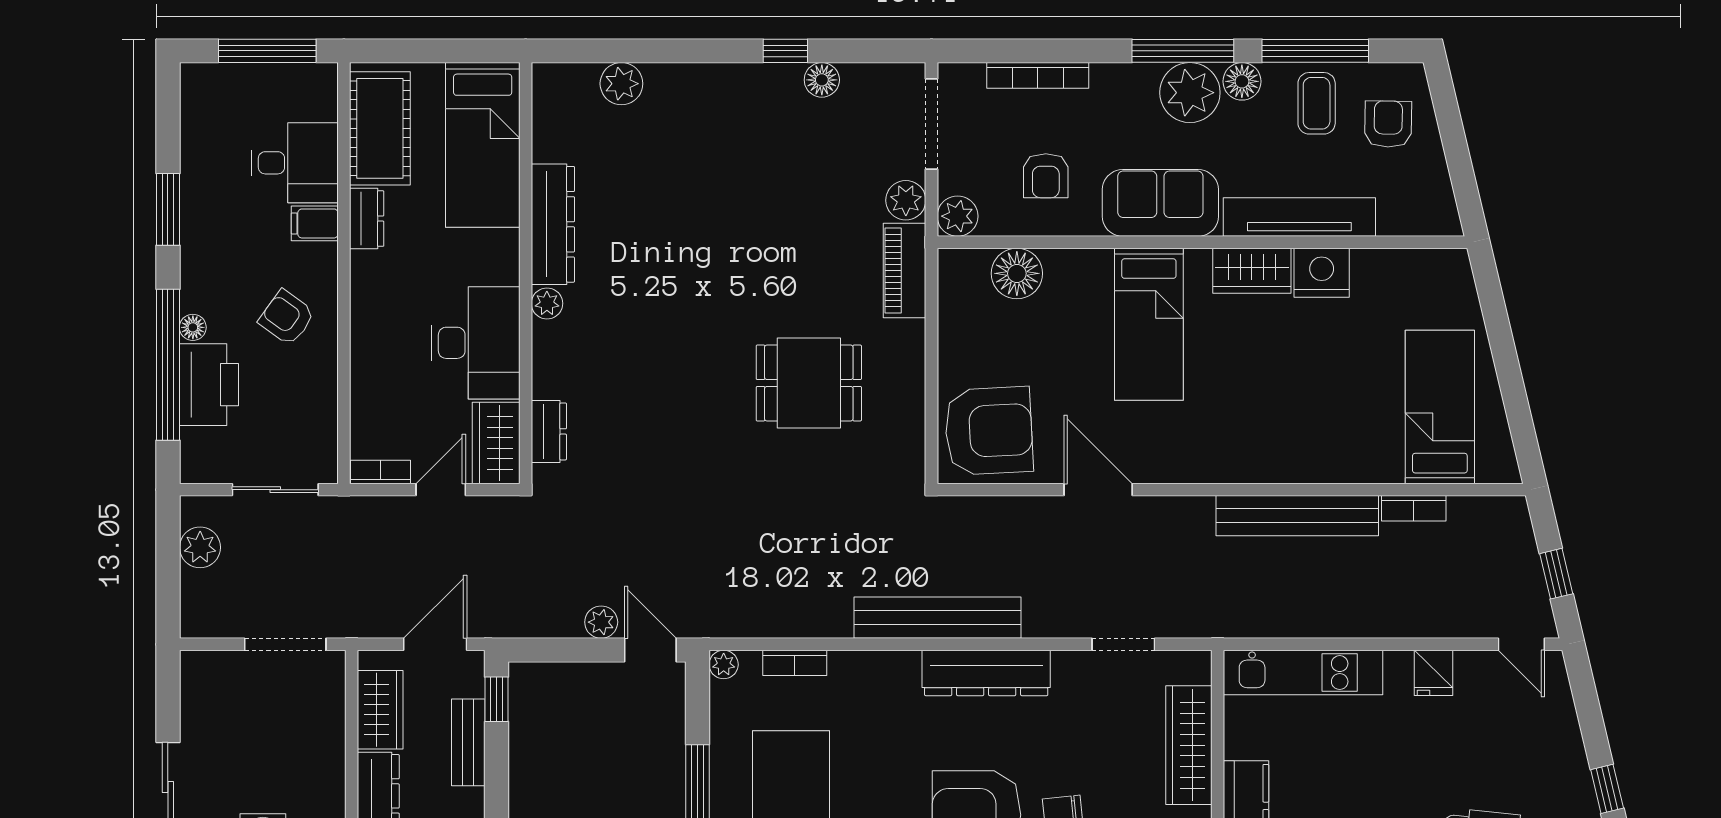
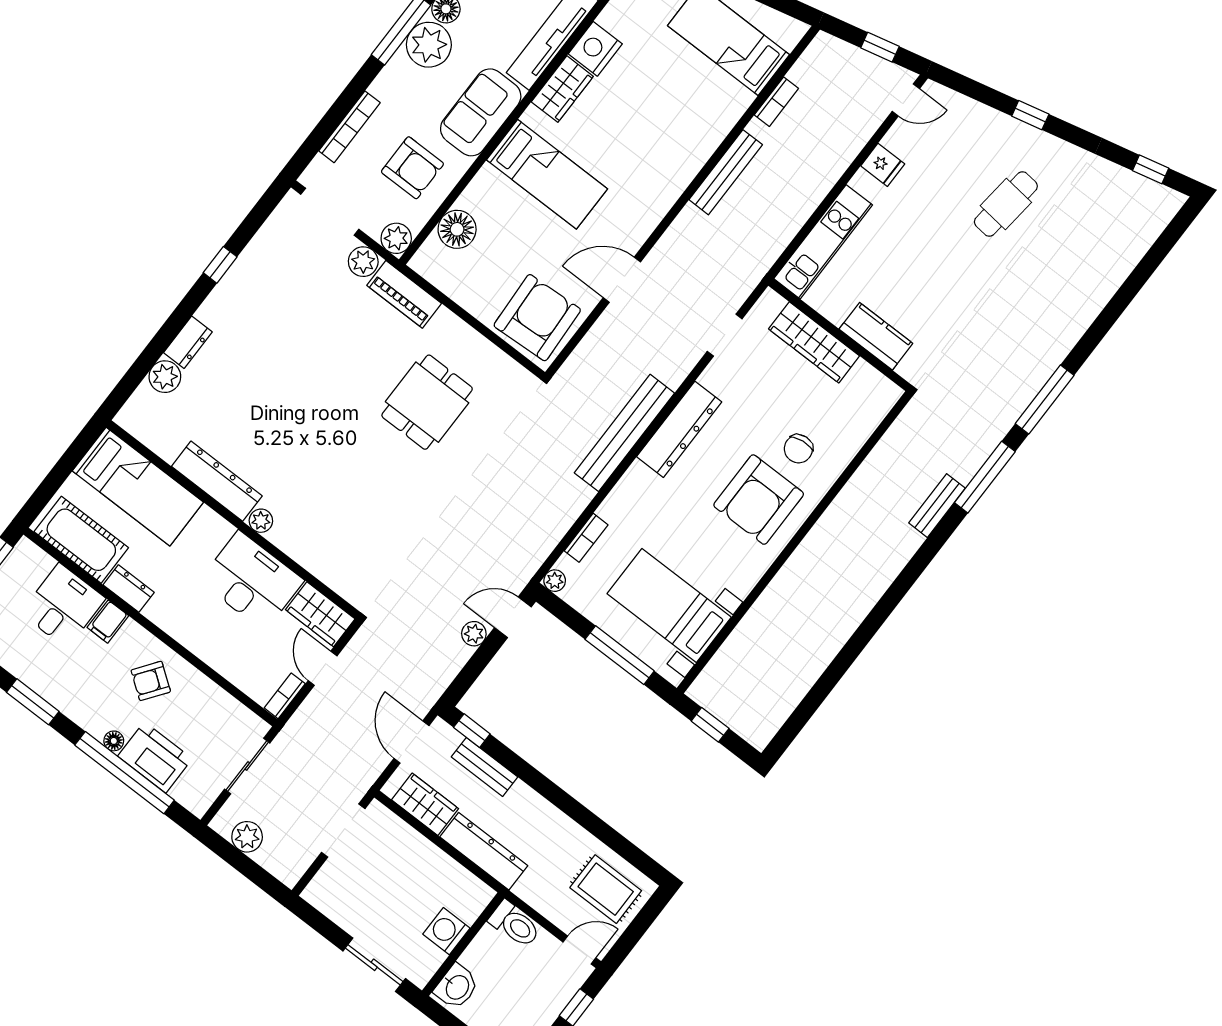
floor lamp: (822, 80) -> (254, 256), removed
armchair: (1046, 176) -> (412, 168), width x1.38, depth x1.38
dresser: (549, 431) -> (188, 342), moved, turned 90
bench: (1297, 516) -> (726, 172), width x0.73, depth x0.82

